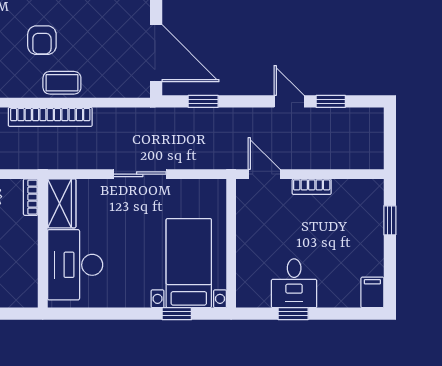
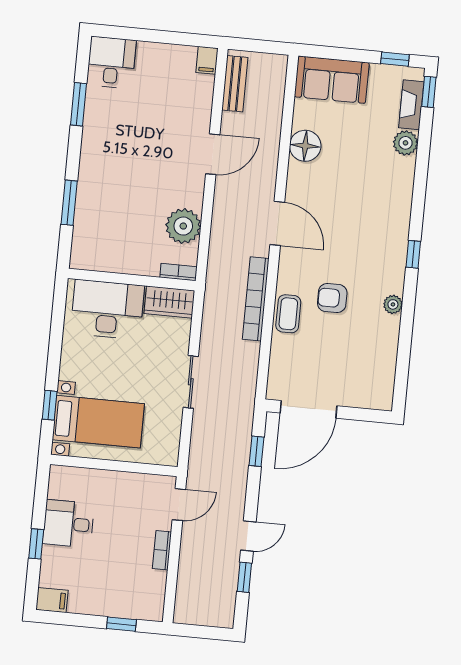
window: (293, 314) -> (36, 544), moved

